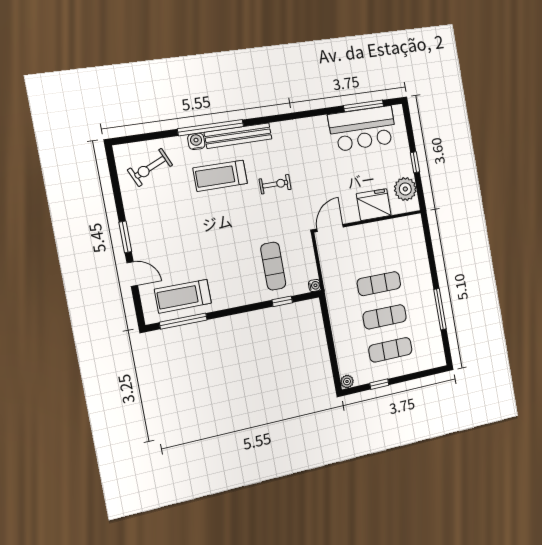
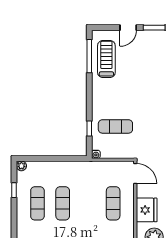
exercise mat: (379, 284) -> (113, 203), moved

